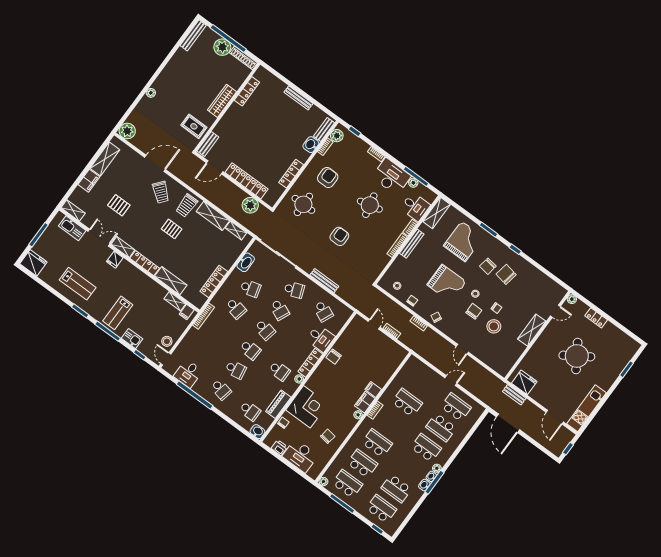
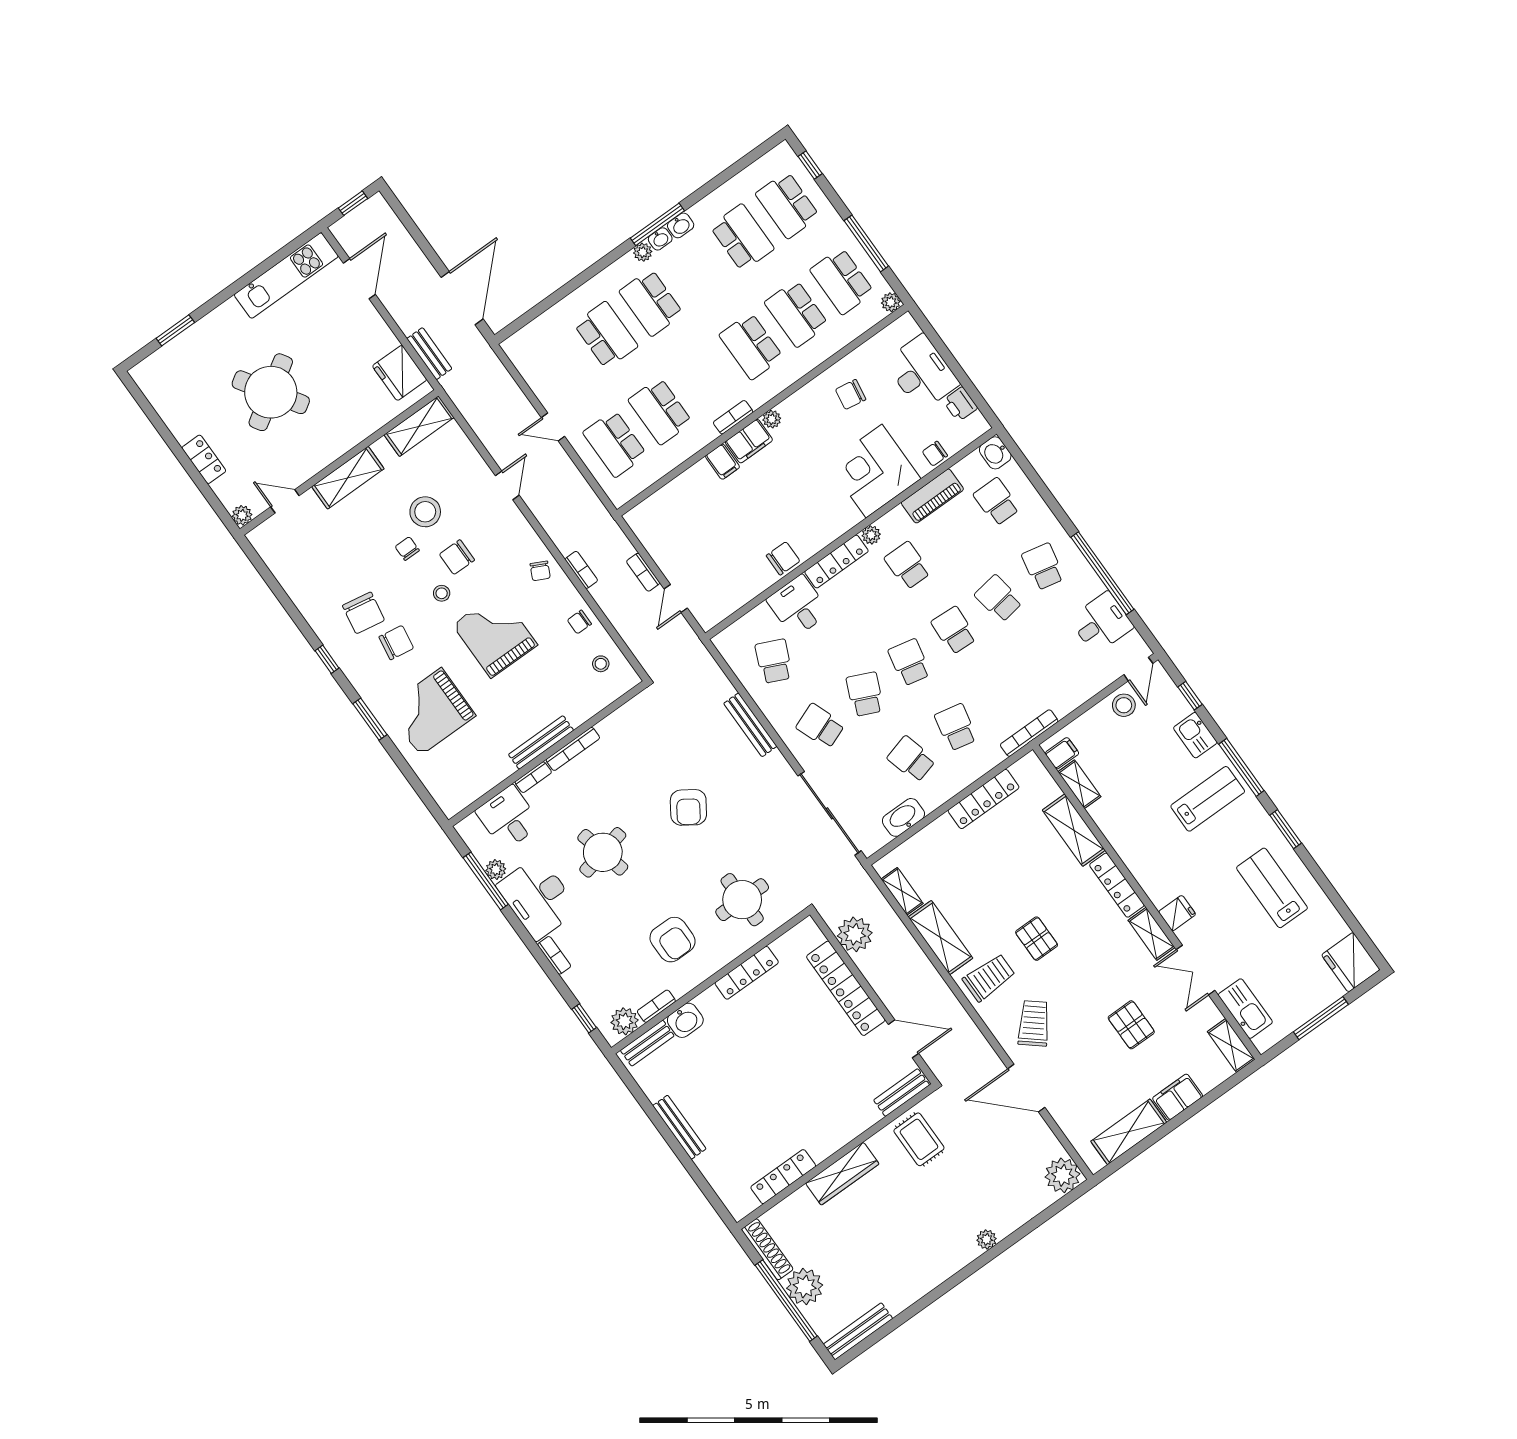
armchair: (328, 177) -> (673, 940), turned -90
shelving: (437, 213) -> (419, 426), moved
armchair: (339, 236) -> (688, 807), turned -56
school desk: (456, 407) -> (615, 444), moved

